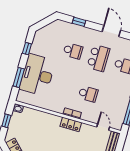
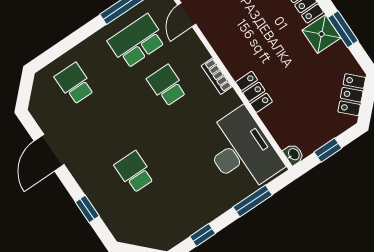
school desk: (98, 58) -> (137, 41), moved
desk: (37, 75) -> (242, 151), moved, turned -90
locker: (71, 124) -> (254, 92), moved

